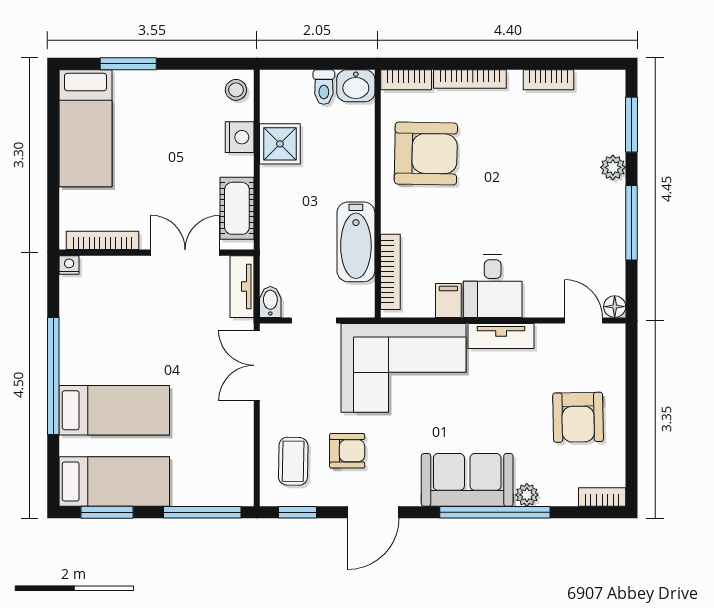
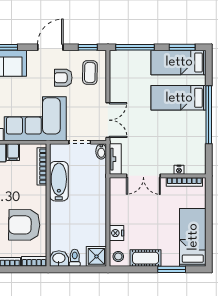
shower: (280, 144) -> (96, 256), moved
cot: (237, 208) -> (146, 258), moved, turned 90
nightstand: (69, 265) -> (179, 170), moved

